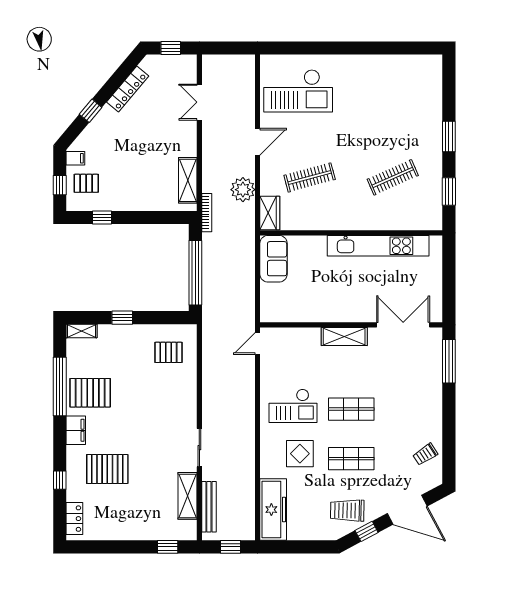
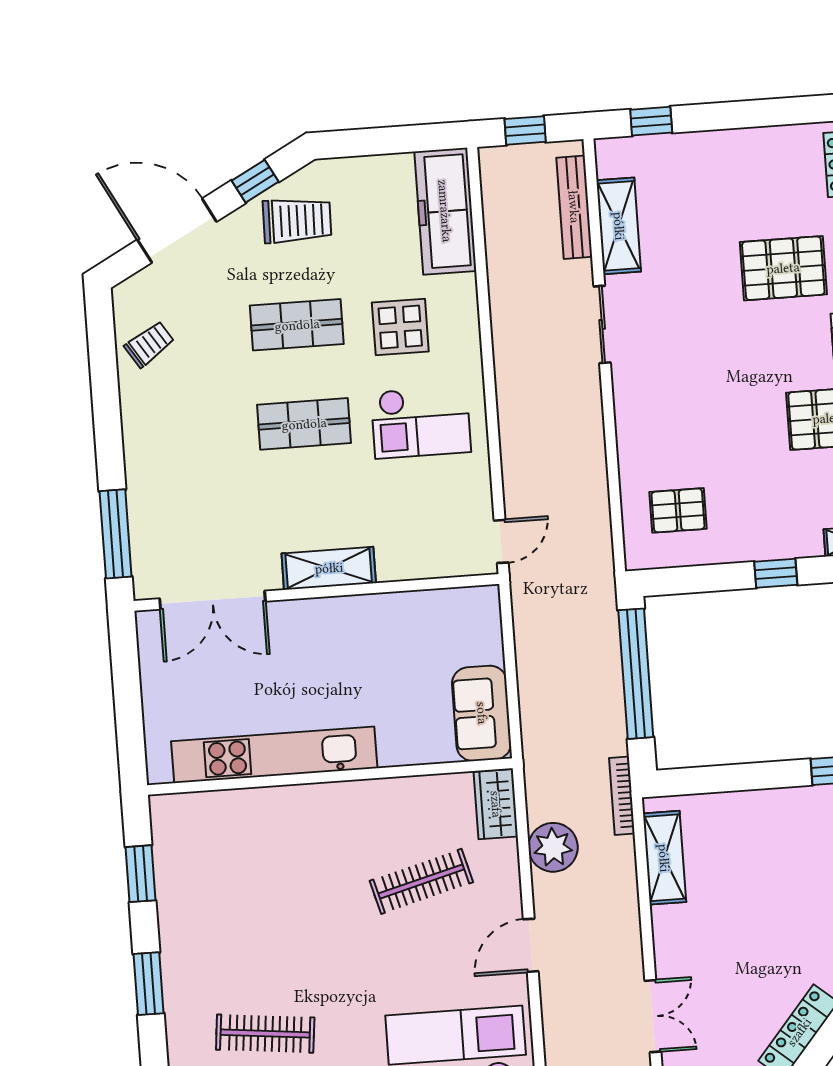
clothes rail: (393, 177) -> (265, 1034), moved, turned 30
checkout: (293, 406) -> (421, 422), turned 180

